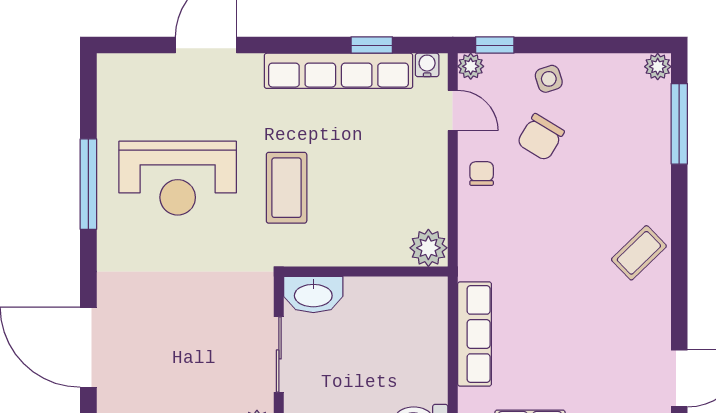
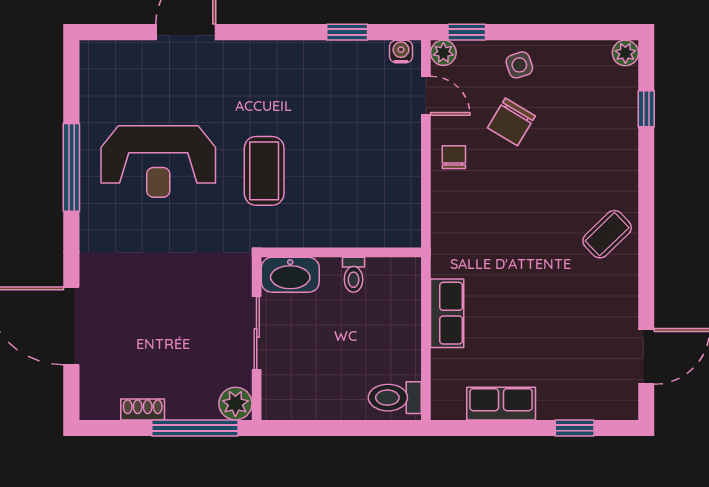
row of seats: (339, 71) -> (315, 57), removed
window: (679, 124) -> (646, 109), width x0.46
plant: (428, 248) -> (402, 229), removed
toilet: (378, 294) -> (353, 275), added
row of seats: (475, 334) -> (447, 313), width x0.68

